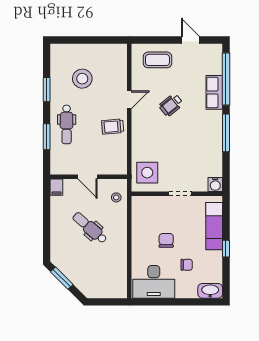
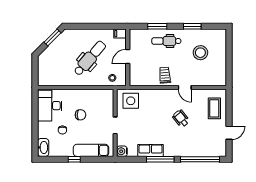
row of seats: (214, 92) -> (151, 150), moved
dental chair: (90, 228) -> (90, 58), width x1.36, depth x1.38

